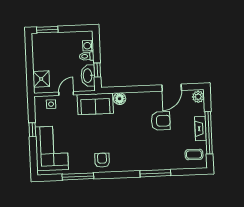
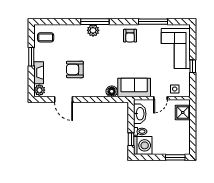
washing machine: (88, 46) -> (143, 145), width x1.89, depth x1.89
window: (97, 70) -> (131, 139), moved
door: (172, 88) -> (64, 100), swing flipped
fireplace: (200, 129) -> (39, 73), moved
window: (209, 133) -> (31, 57), width x0.47
plant: (143, 164) -> (93, 30), added
window: (155, 173) -> (95, 22), moved

